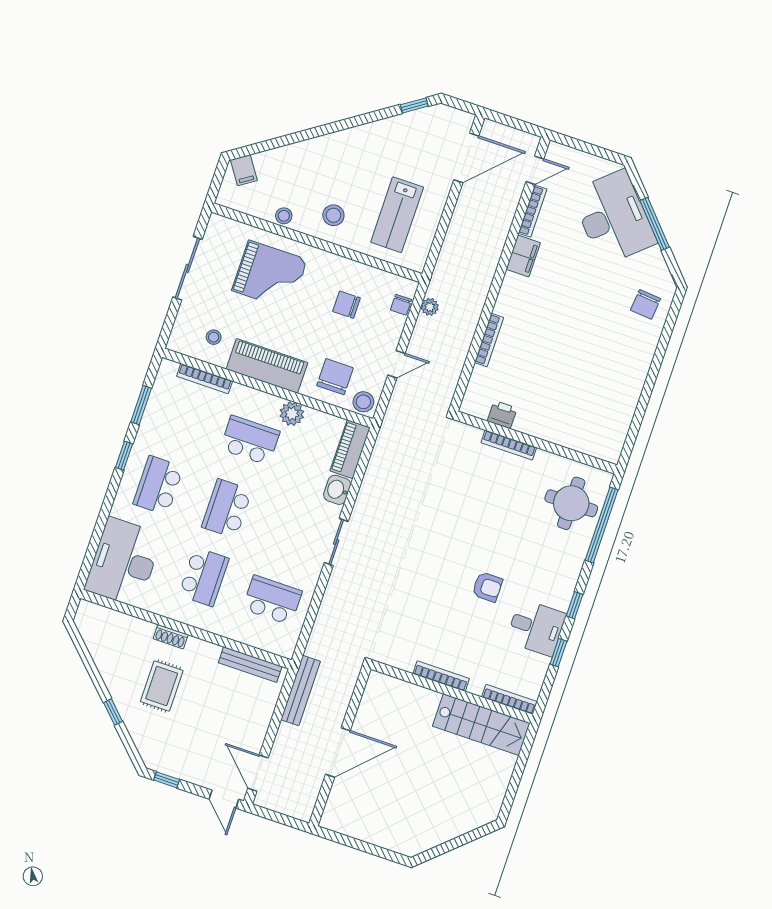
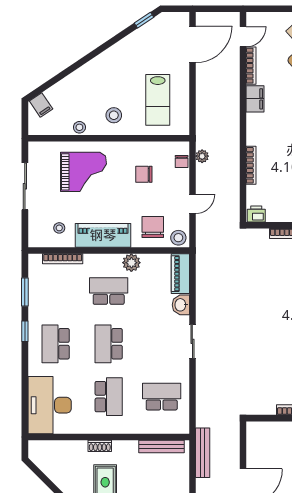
printer: (502, 415) -> (256, 214), moved

